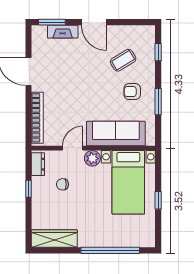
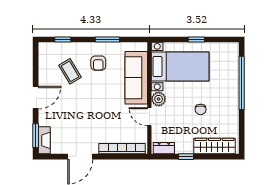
fireplace: (63, 32) -> (44, 140), moved
chair: (62, 184) -> (201, 109), moved
wardrobe: (54, 239) -> (215, 146), moved, turned 90

